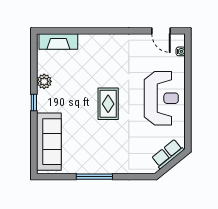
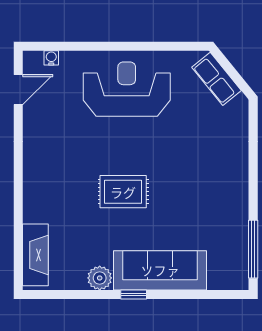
rug: (108, 104) -> (123, 192), moved
sofa: (49, 142) -> (160, 270), moved
window: (94, 177) -> (253, 249), moved

